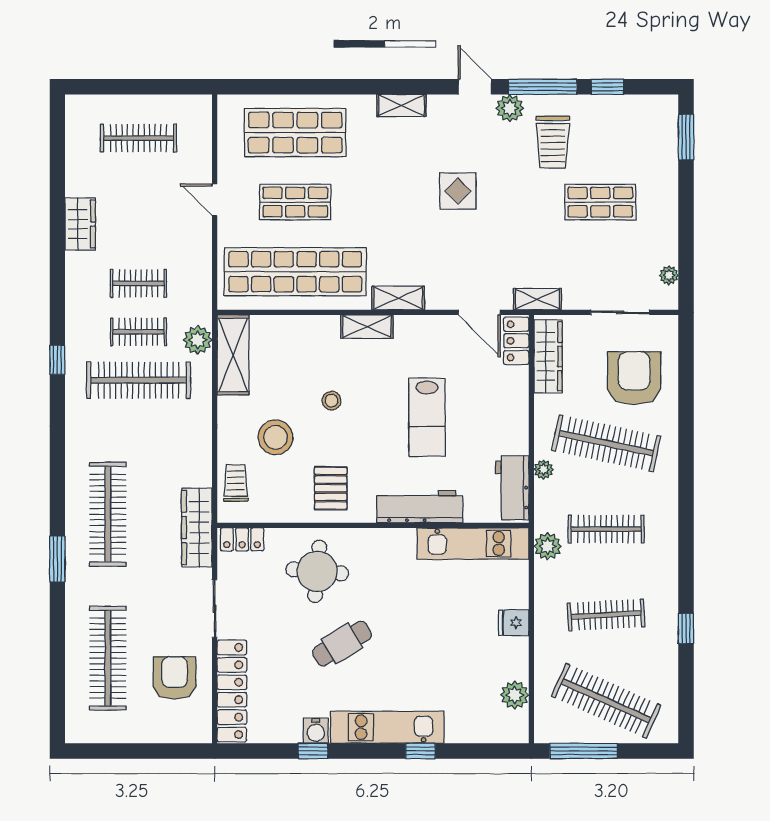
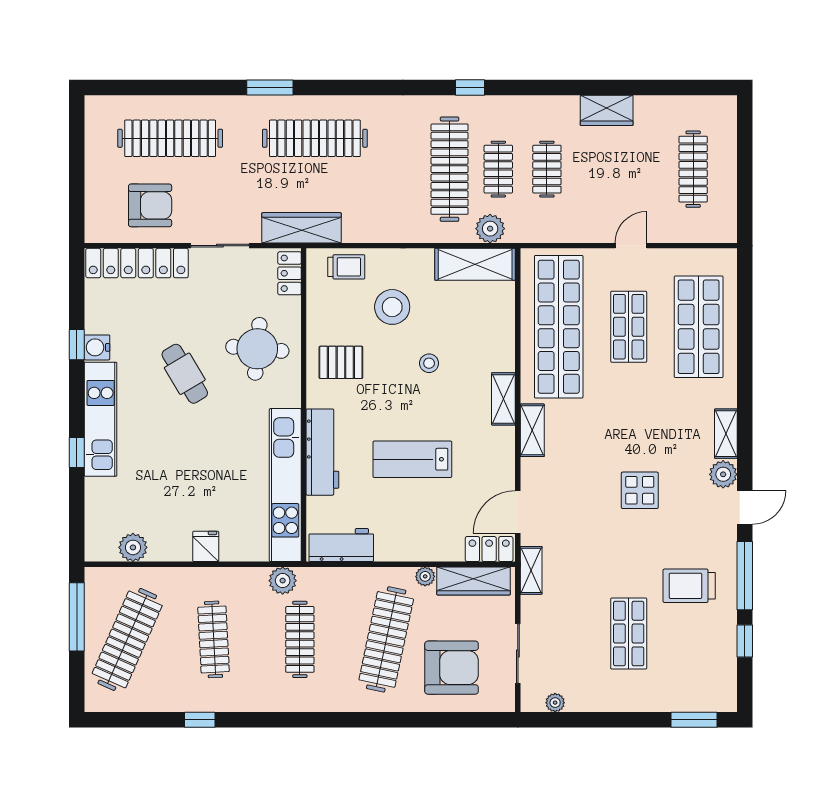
plant: (510, 108) -> (723, 474), moved
plant: (544, 469) -> (425, 576), moved
kitchen unit: (473, 544) -> (285, 485), width x1.36

